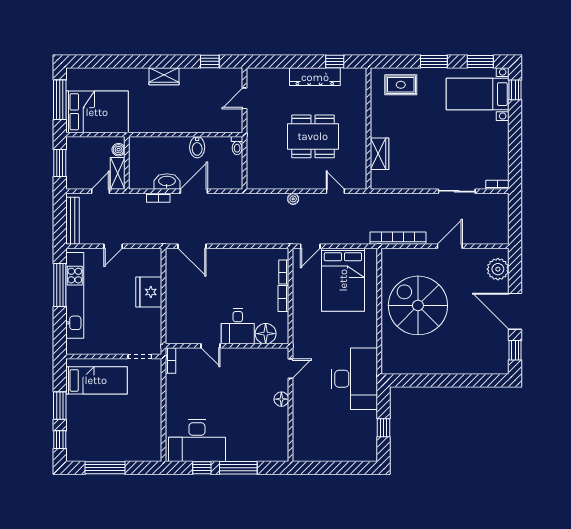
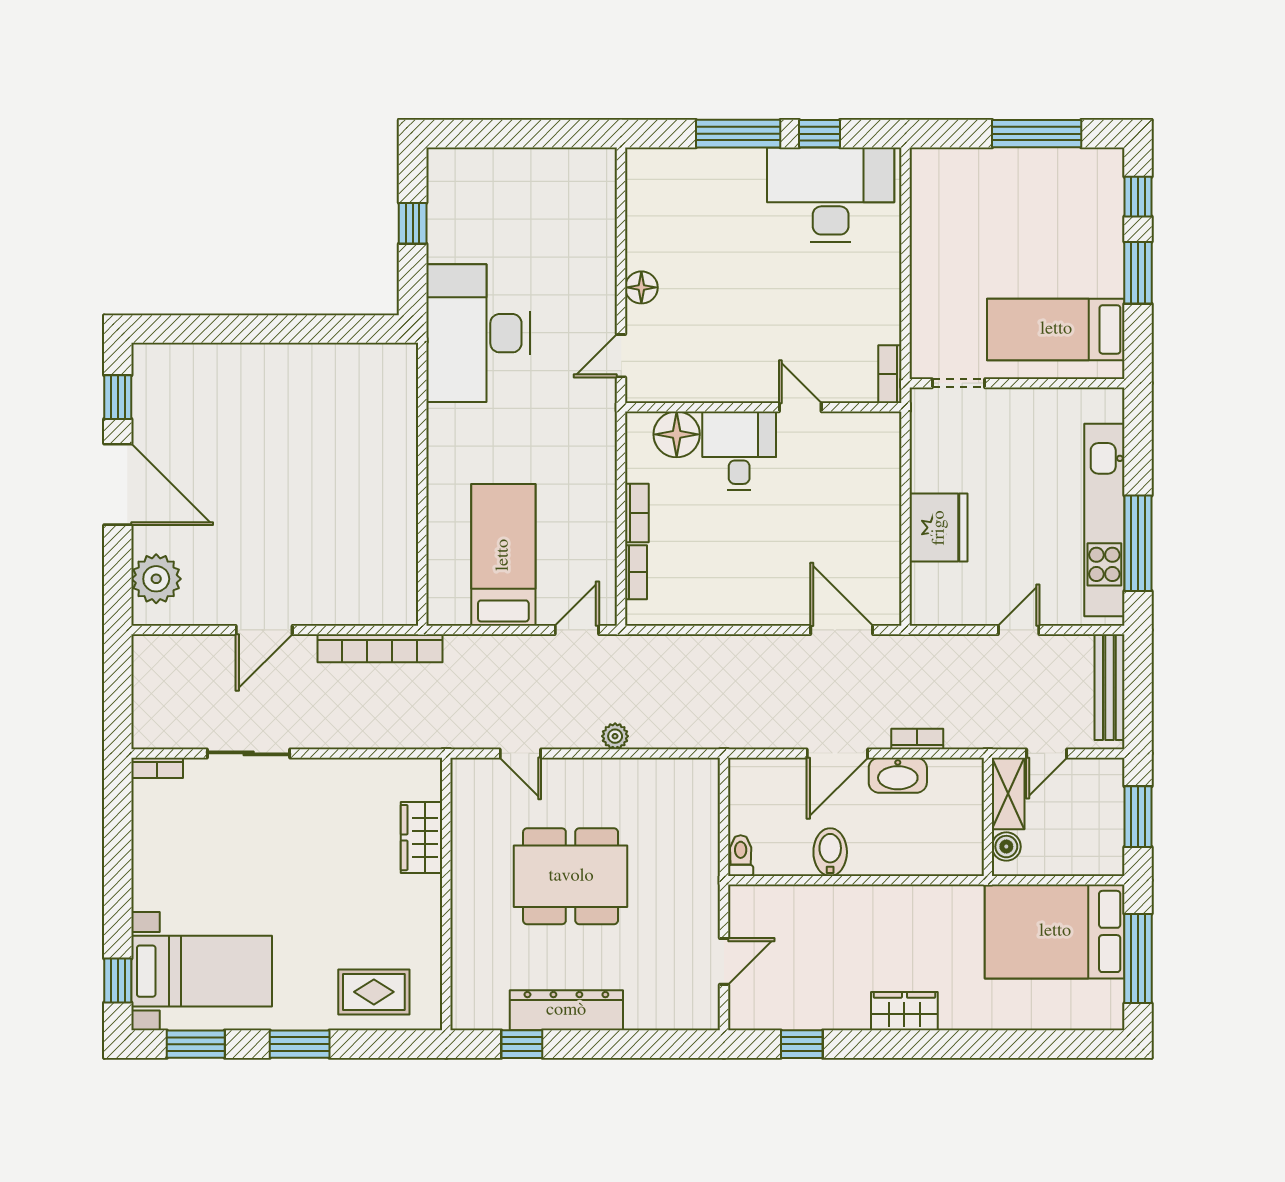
bed: (343, 280) -> (503, 555), width x0.67
spiral stairs: (418, 305) -> (335, 497), removed

